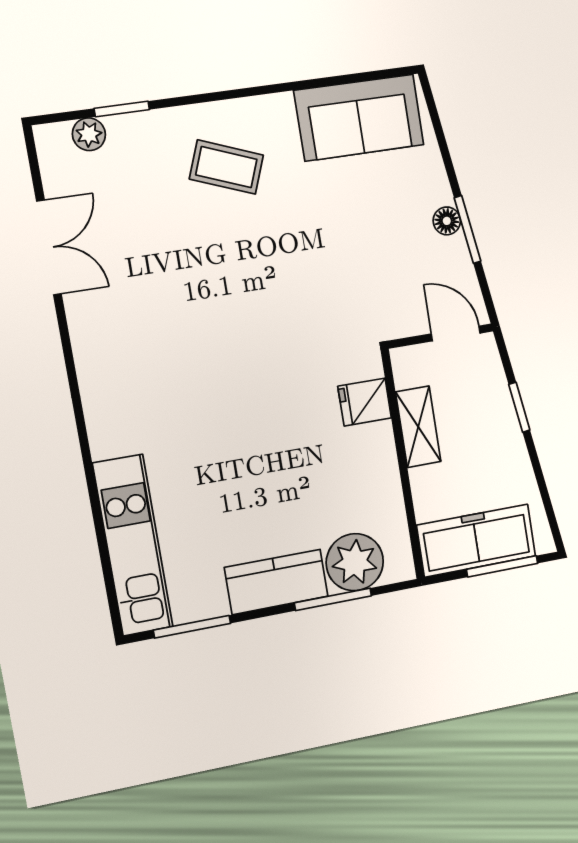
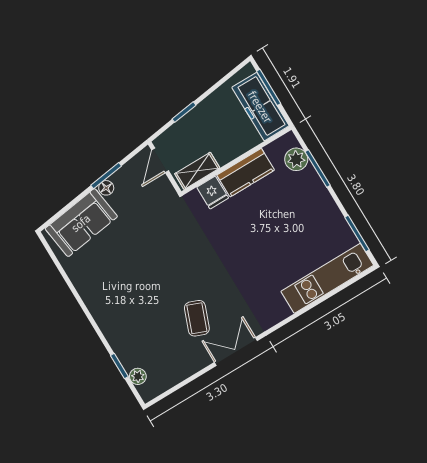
sofa: (359, 118) -> (81, 223), moved, turned 82
coffee table: (226, 167) -> (197, 318), moved
double door: (49, 248) -> (236, 351), moved
shelving: (418, 427) -> (197, 171), moved
plant: (355, 562) -> (296, 159), width x0.73, depth x0.73
kitchen counter: (276, 582) -> (246, 173), moved, turned -90

